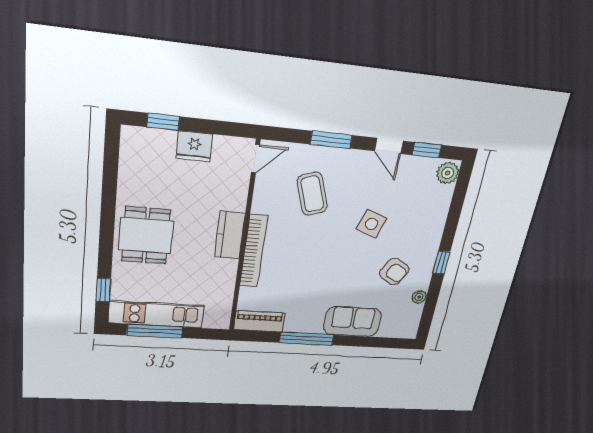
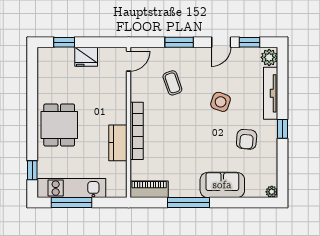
door: (389, 146) -> (221, 42), hinge flipped
coffee table: (312, 194) -> (172, 83), width x0.73, depth x0.77
tv unit: (438, 219) -> (271, 93), added
kitchen counter: (230, 235) -> (118, 143), moved
armchair: (394, 272) -> (247, 139), turned 65
plant: (419, 297) -> (272, 192), moved

